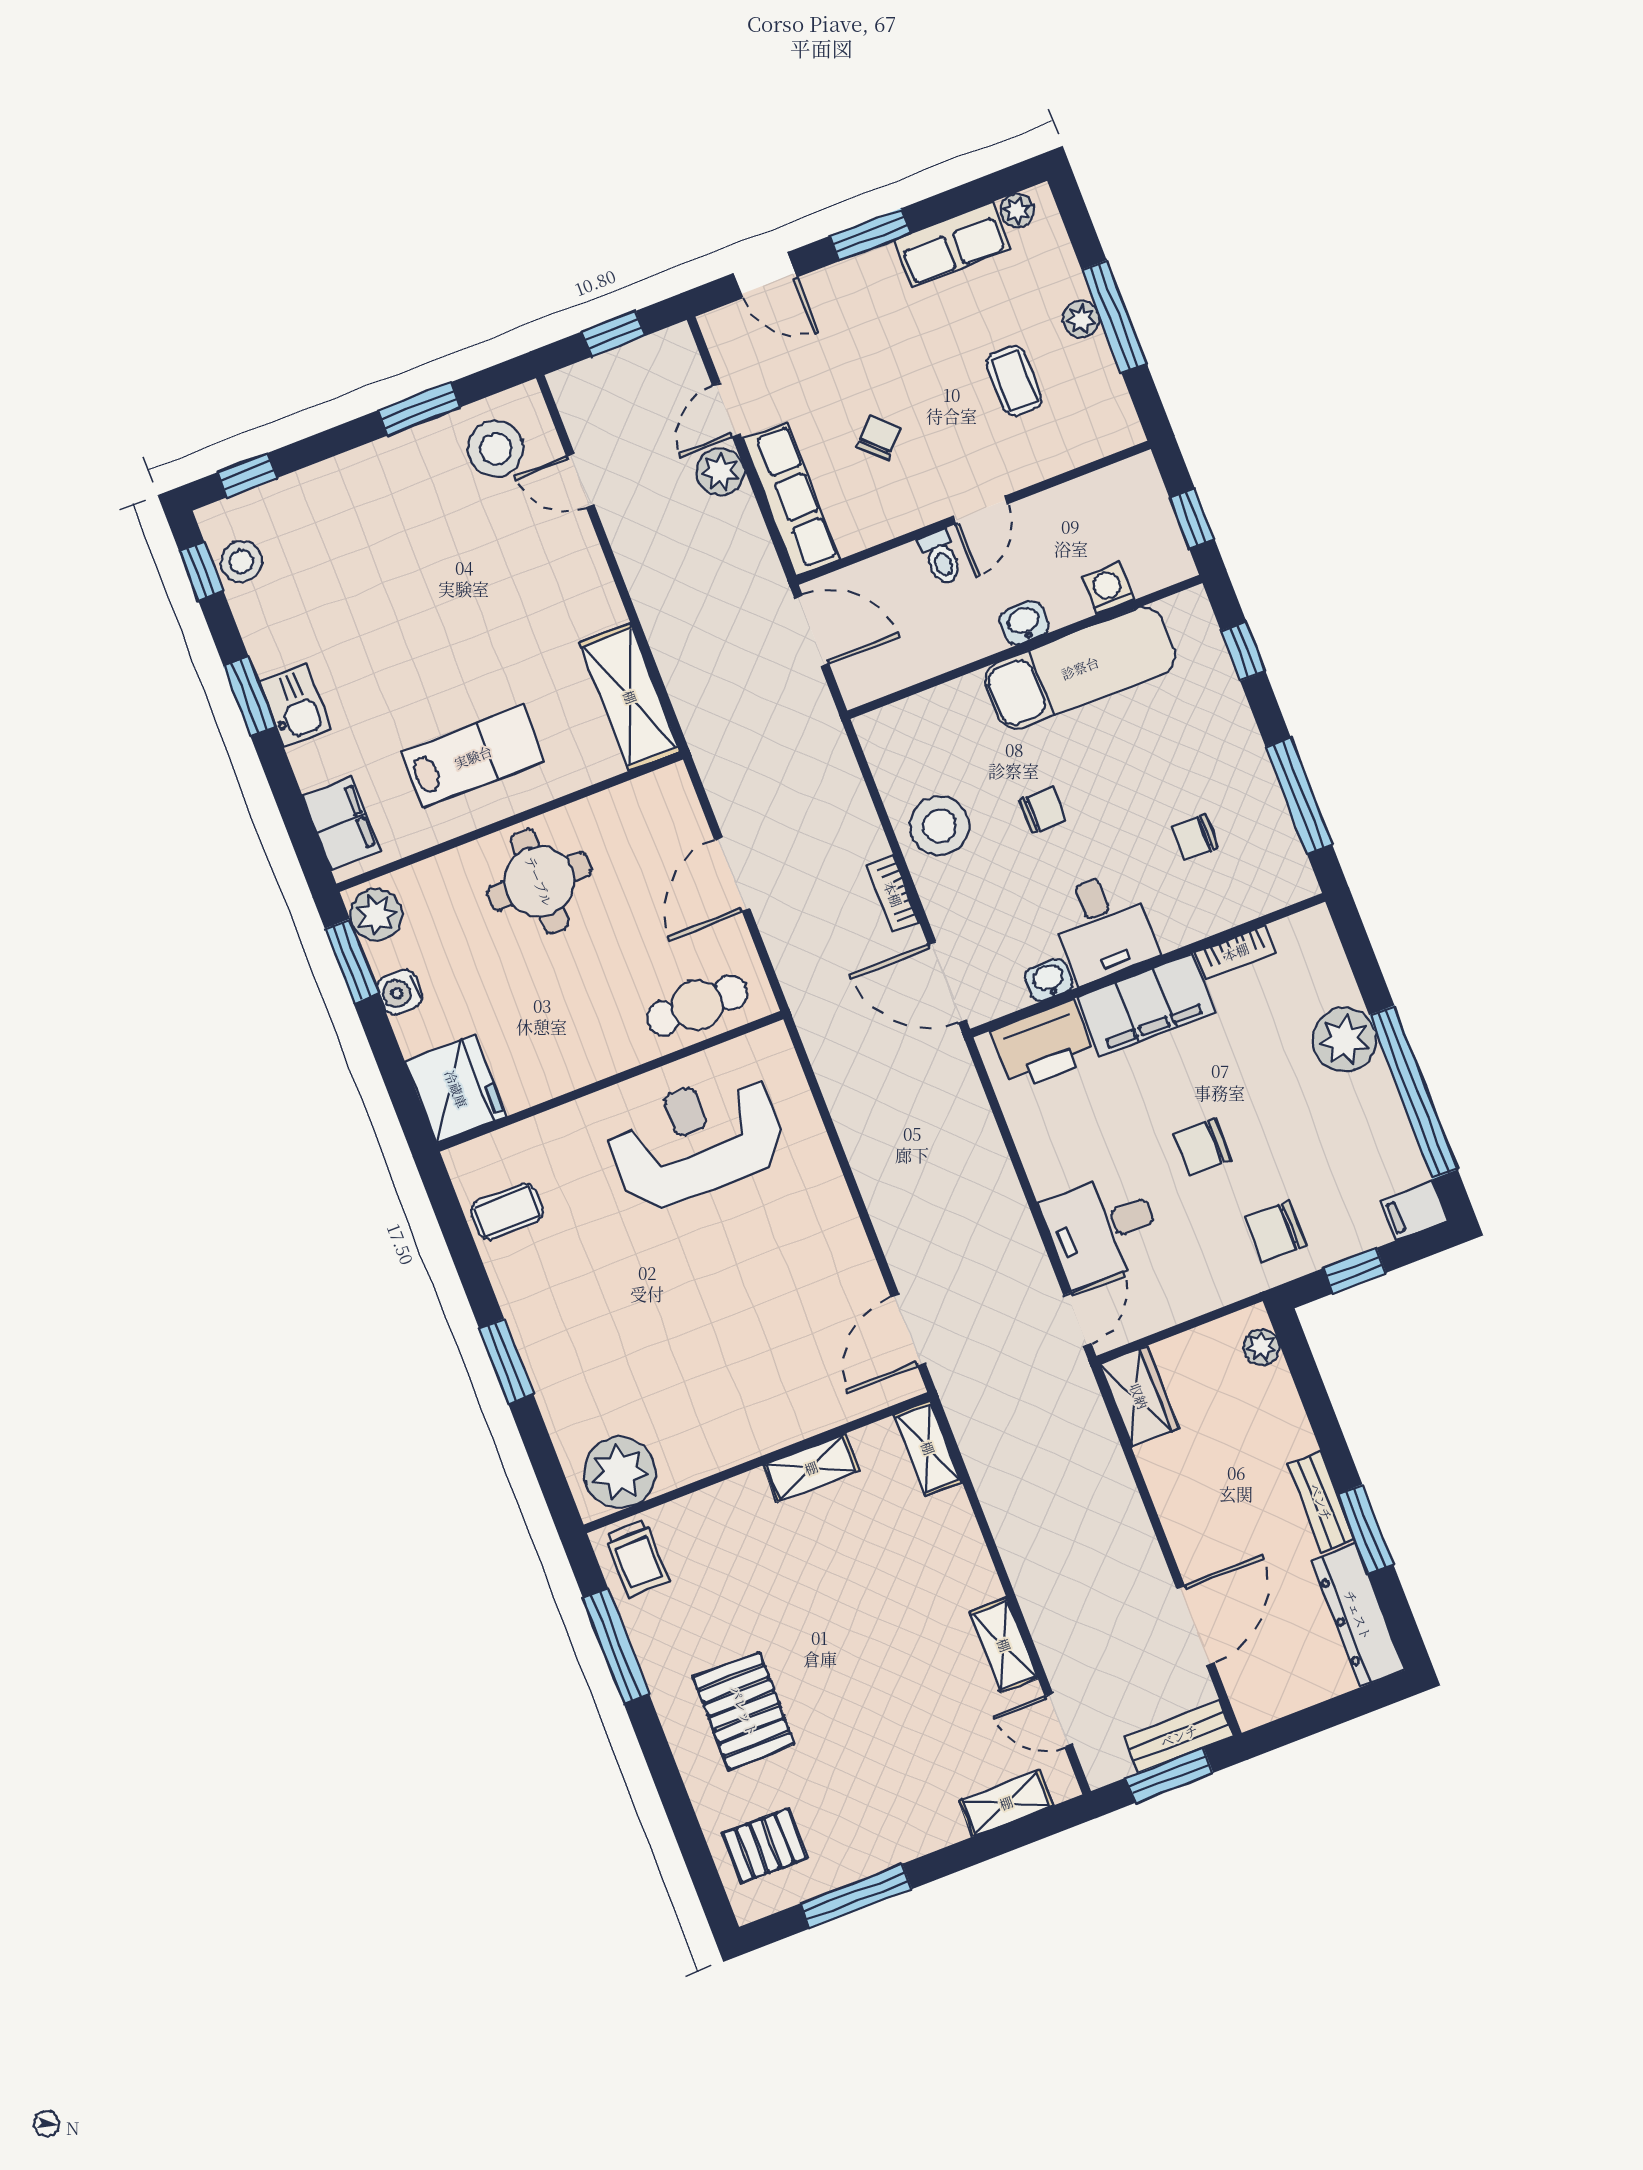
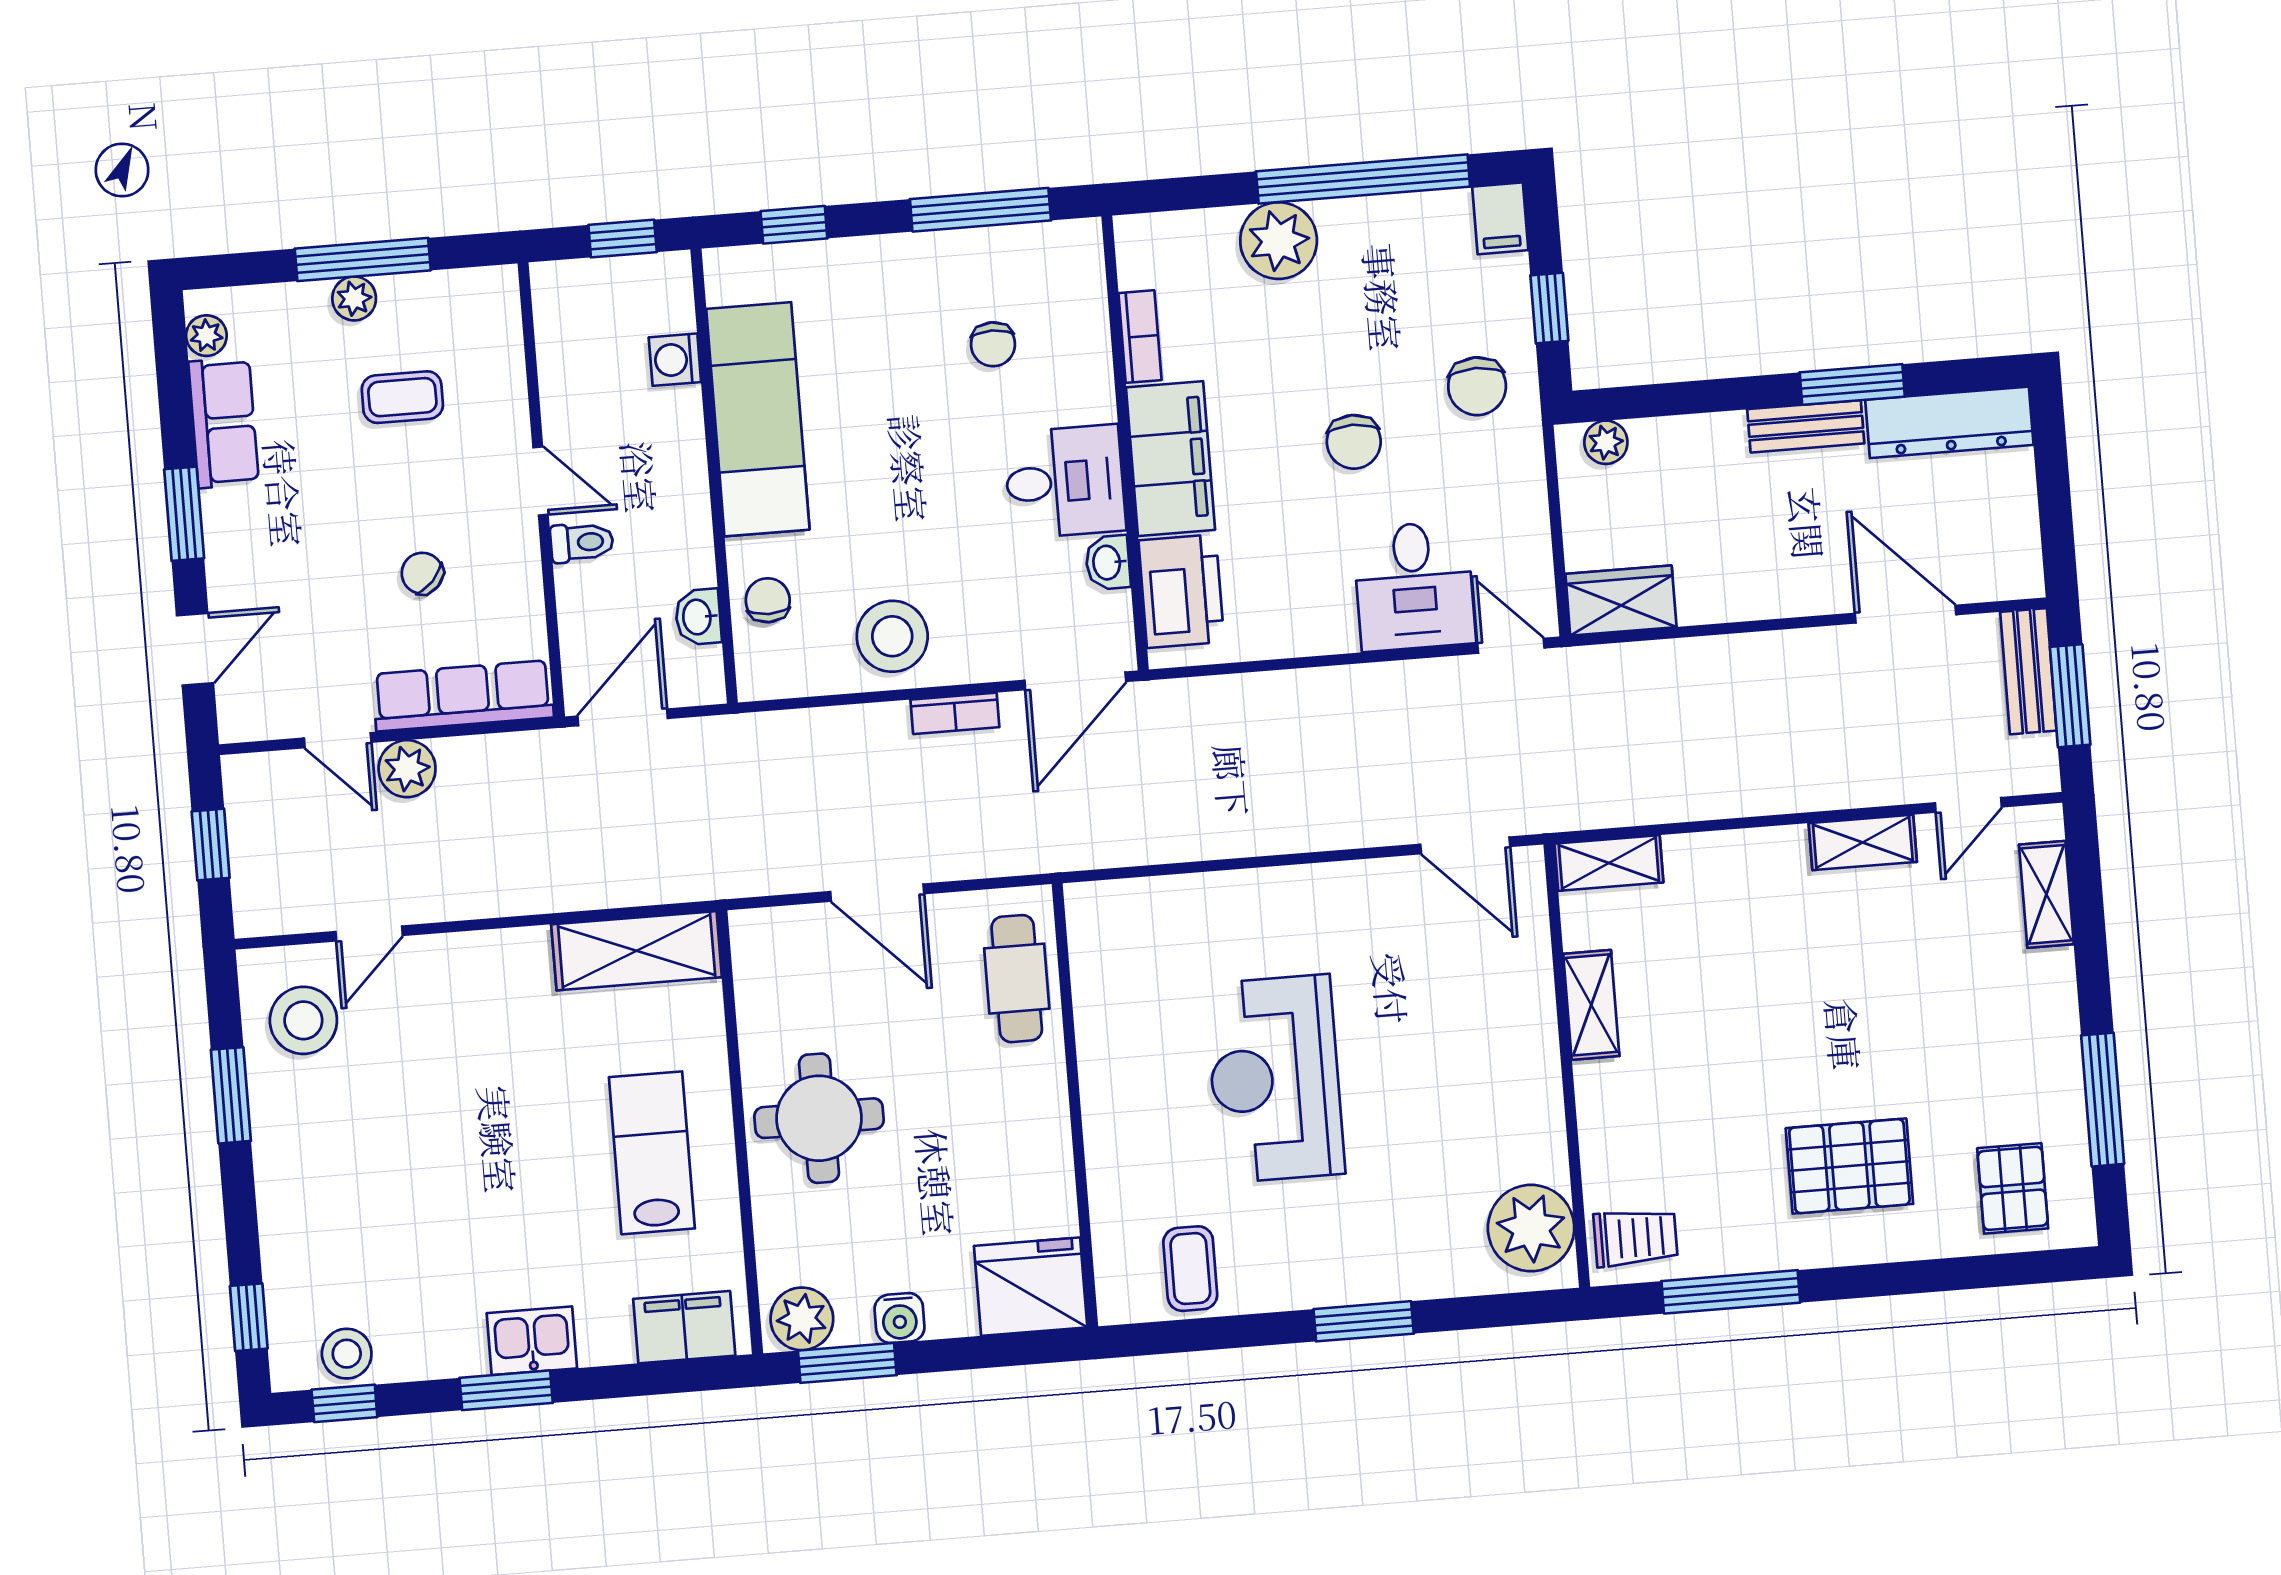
washbasin: (1024, 623) -> (698, 617), moved
chair: (1042, 810) -> (768, 600), moved
reception desk: (696, 1140) -> (1275, 1079), moved

